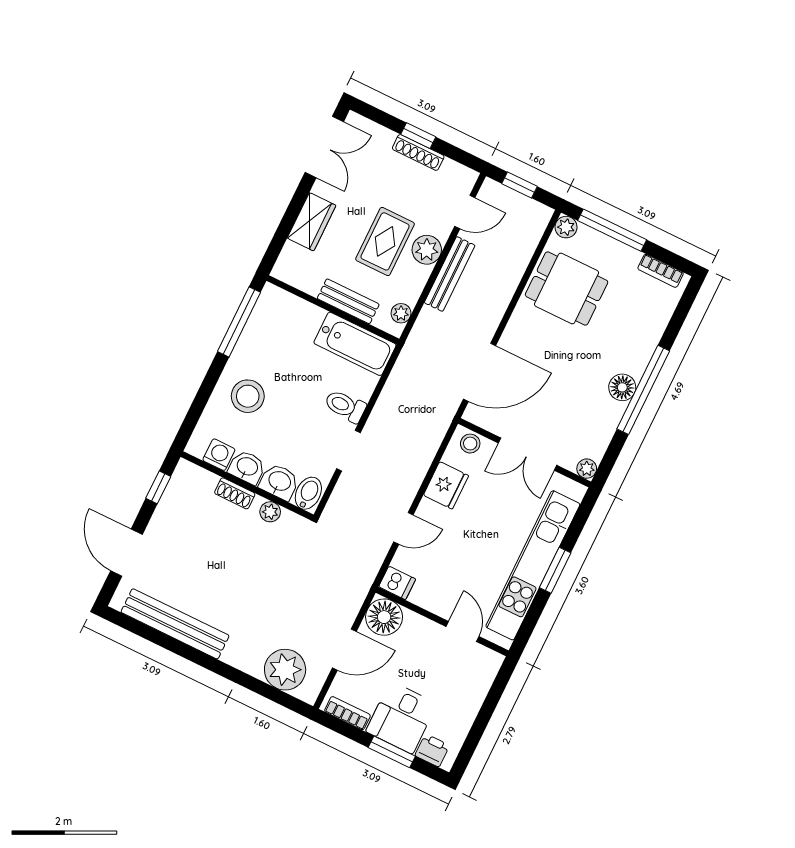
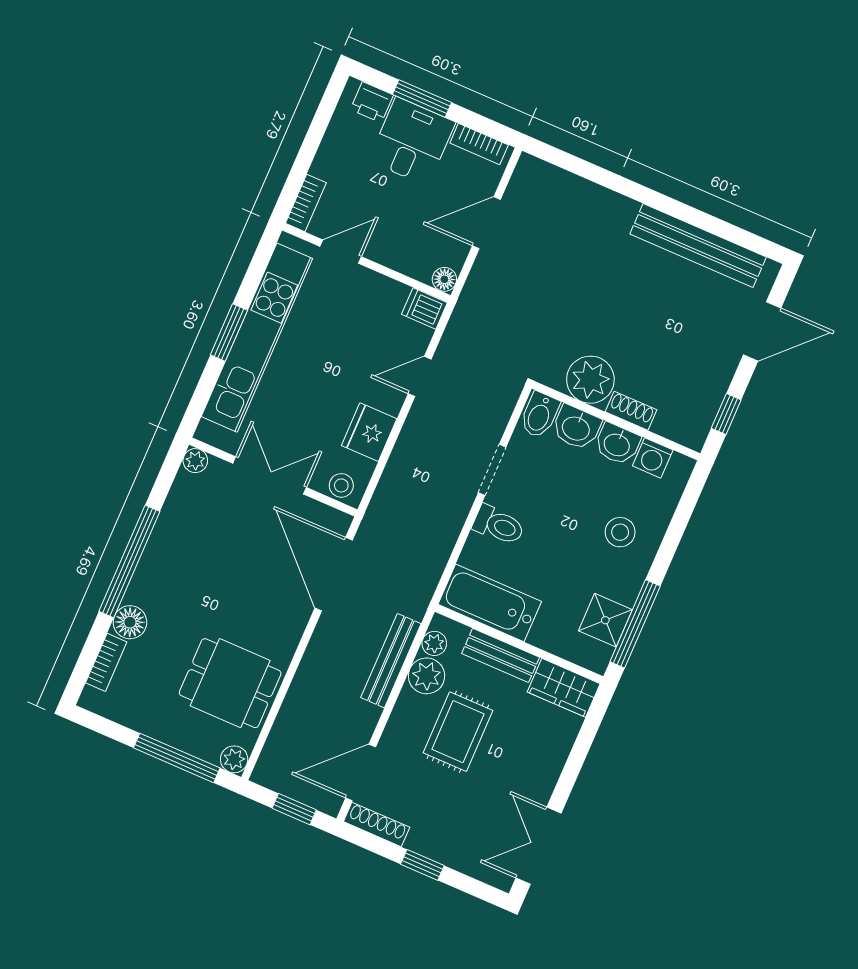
shoe rack: (418, 152) -> (377, 824), moved
door: (465, 212) -> (361, 773), width x1.38
wardrobe: (312, 222) -> (564, 688), moved, turned -90
plant: (427, 250) -> (427, 676), moved
bookcase: (661, 271) -> (106, 662), moved, turned 90
bench: (450, 274) -> (391, 661), moved
shower: (263, 326) -> (605, 620), added
door: (479, 372) -> (334, 574), hinge flipped
floor lamp: (622, 387) -> (130, 622), moved
stool: (248, 396) -> (620, 532), width x0.73, depth x0.73
plant: (270, 512) -> (590, 380), width x1.88, depth x1.88
door: (126, 553) -> (762, 331), hinge flipped
floor lamp: (384, 617) -> (444, 279), width x0.53, depth x0.53
door: (463, 632) -> (341, 252), swing flipped
plant: (285, 670) -> (559, 195), removed
bookcase: (489, 672) -> (306, 203), added

